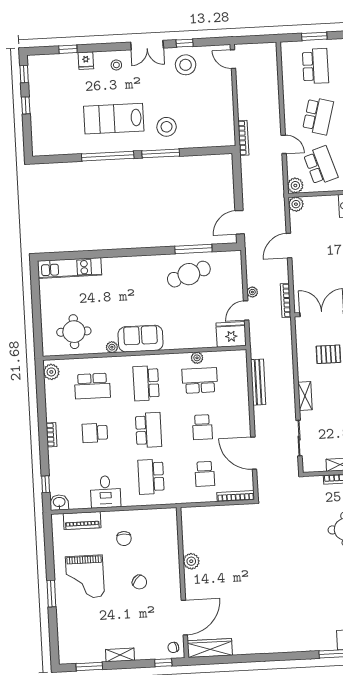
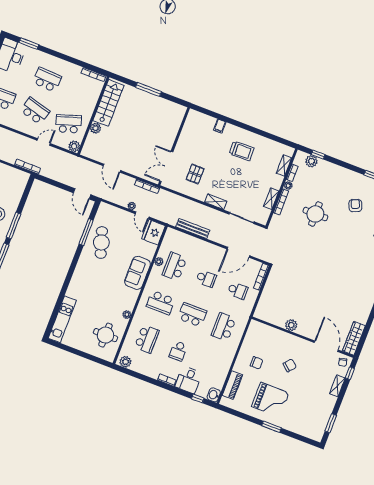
plant: (296, 204) -> (96, 128), moved
sofa: (141, 339) -> (137, 273), moved
school desk: (151, 477) -> (224, 327), turned 90
desk: (105, 492) -> (189, 380), moved, turned 90
shelving: (120, 655) -> (337, 386), moved

